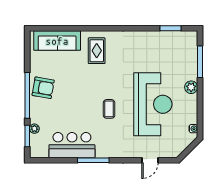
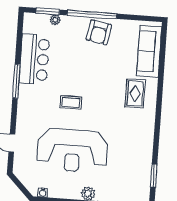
rug: (97, 51) -> (135, 93), turned 90

